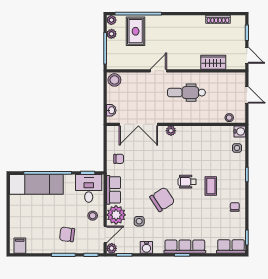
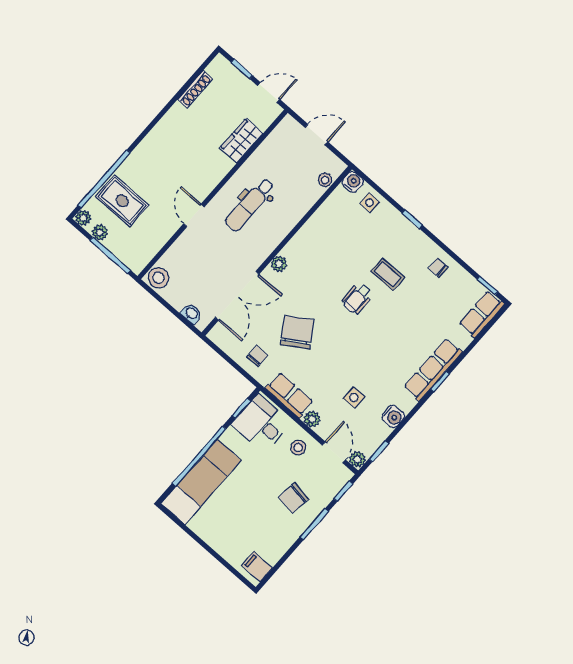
chair: (162, 199) -> (297, 332), moved
plant: (116, 215) -> (312, 419), width x0.53, depth x0.53

